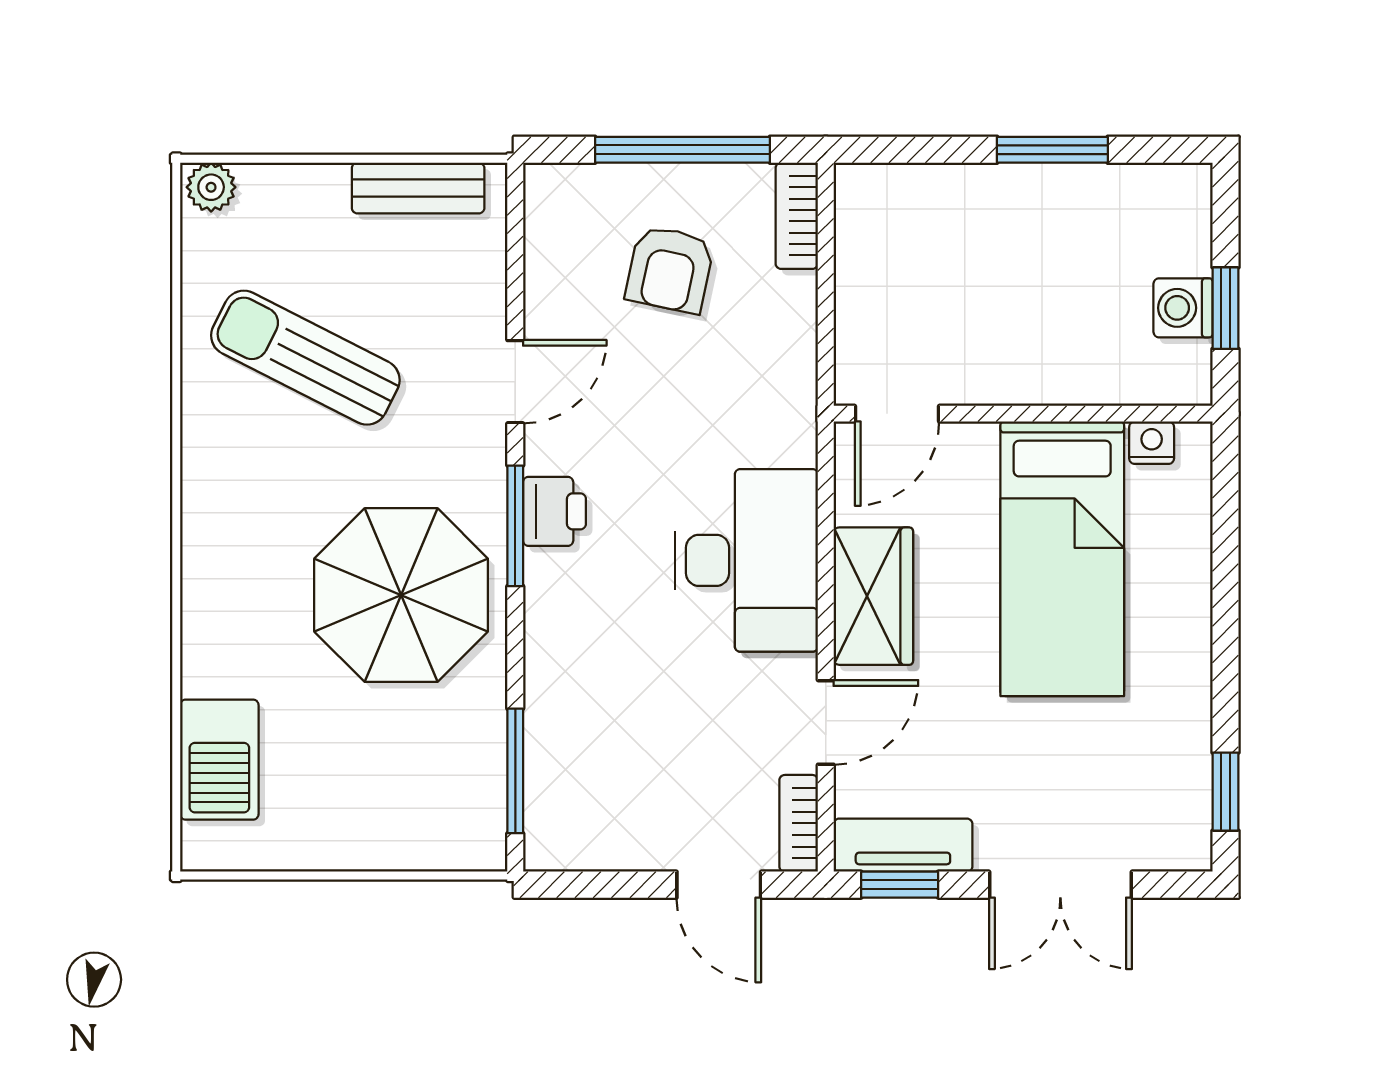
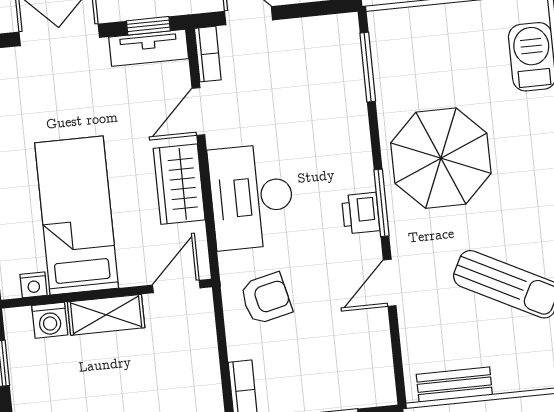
armchair: (670, 269) -> (266, 298), moved, turned 65
washing machine: (1183, 308) -> (50, 320), moved, turned 90
shelving: (1028, 376) -> (106, 315), added

